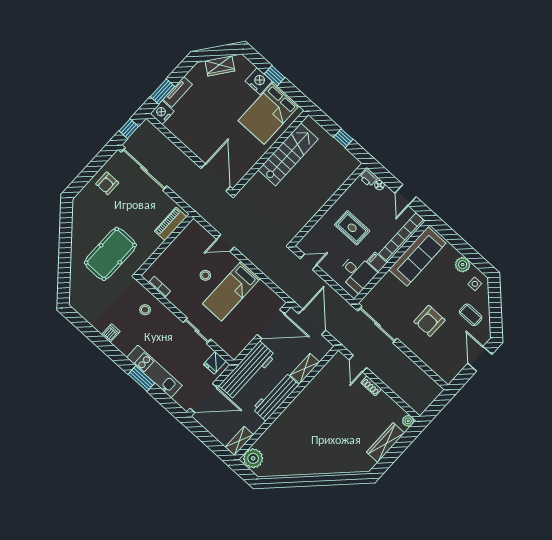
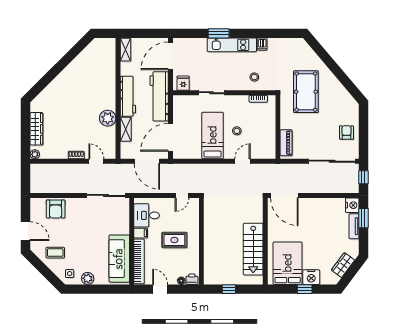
armchair: (429, 321) -> (56, 209), moved, turned 180
kitchen unit: (154, 372) -> (232, 45), moved
plant: (253, 458) -> (108, 118), moved

